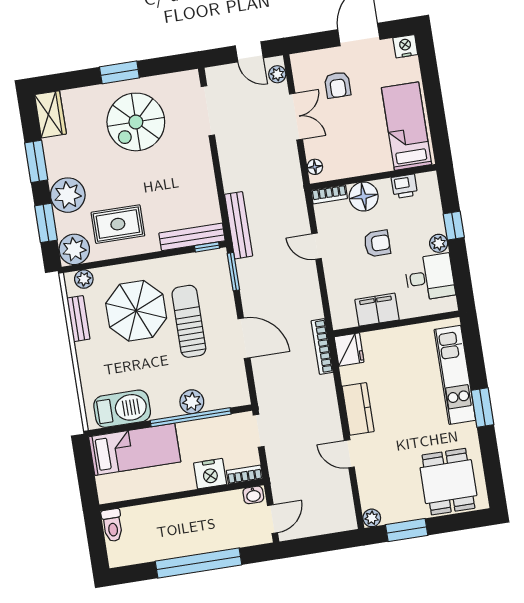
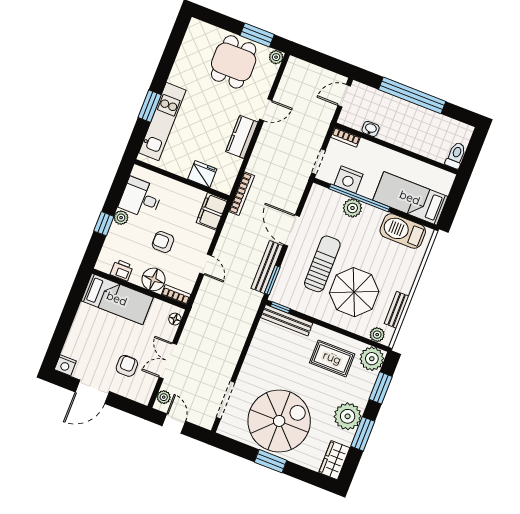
spiral stairs: (136, 122) -> (279, 421), width x1.37, depth x1.37
bed: (406, 126) -> (117, 299), moved, turned -90
plant: (68, 195) -> (348, 416), moved
bench: (239, 225) -> (267, 267), moved
filing cabinet: (377, 310) -> (212, 211), moved, turned 90
sun lounger: (189, 321) -> (322, 264), turned 180
fridge: (349, 349) -> (202, 174), moved, turned 90
window: (482, 408) -> (150, 106), moved
door: (349, 454) -> (266, 110), hinge flipped
nightstand: (210, 474) -> (349, 180), moved, turned 180
dining table: (448, 482) -> (234, 62), moved
washbasin: (253, 495) -> (371, 129), moved

